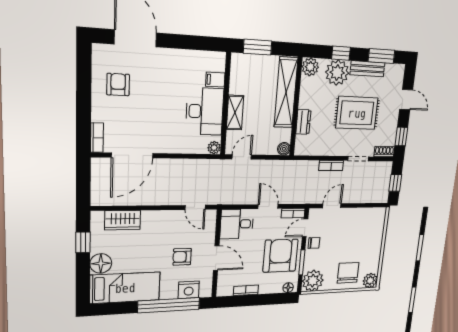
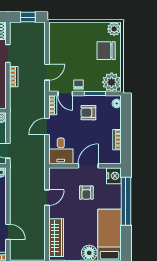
door: (132, 155) -> (8, 232), width x0.53
door: (332, 206) -> (47, 72), swing flipped
door: (195, 207) -> (47, 198), moved
wardrobe: (123, 220) -> (56, 238), width x1.50
armchair: (280, 256) -> (88, 113), width x0.53, depth x0.53
nightstand: (189, 290) -> (114, 176), moved

